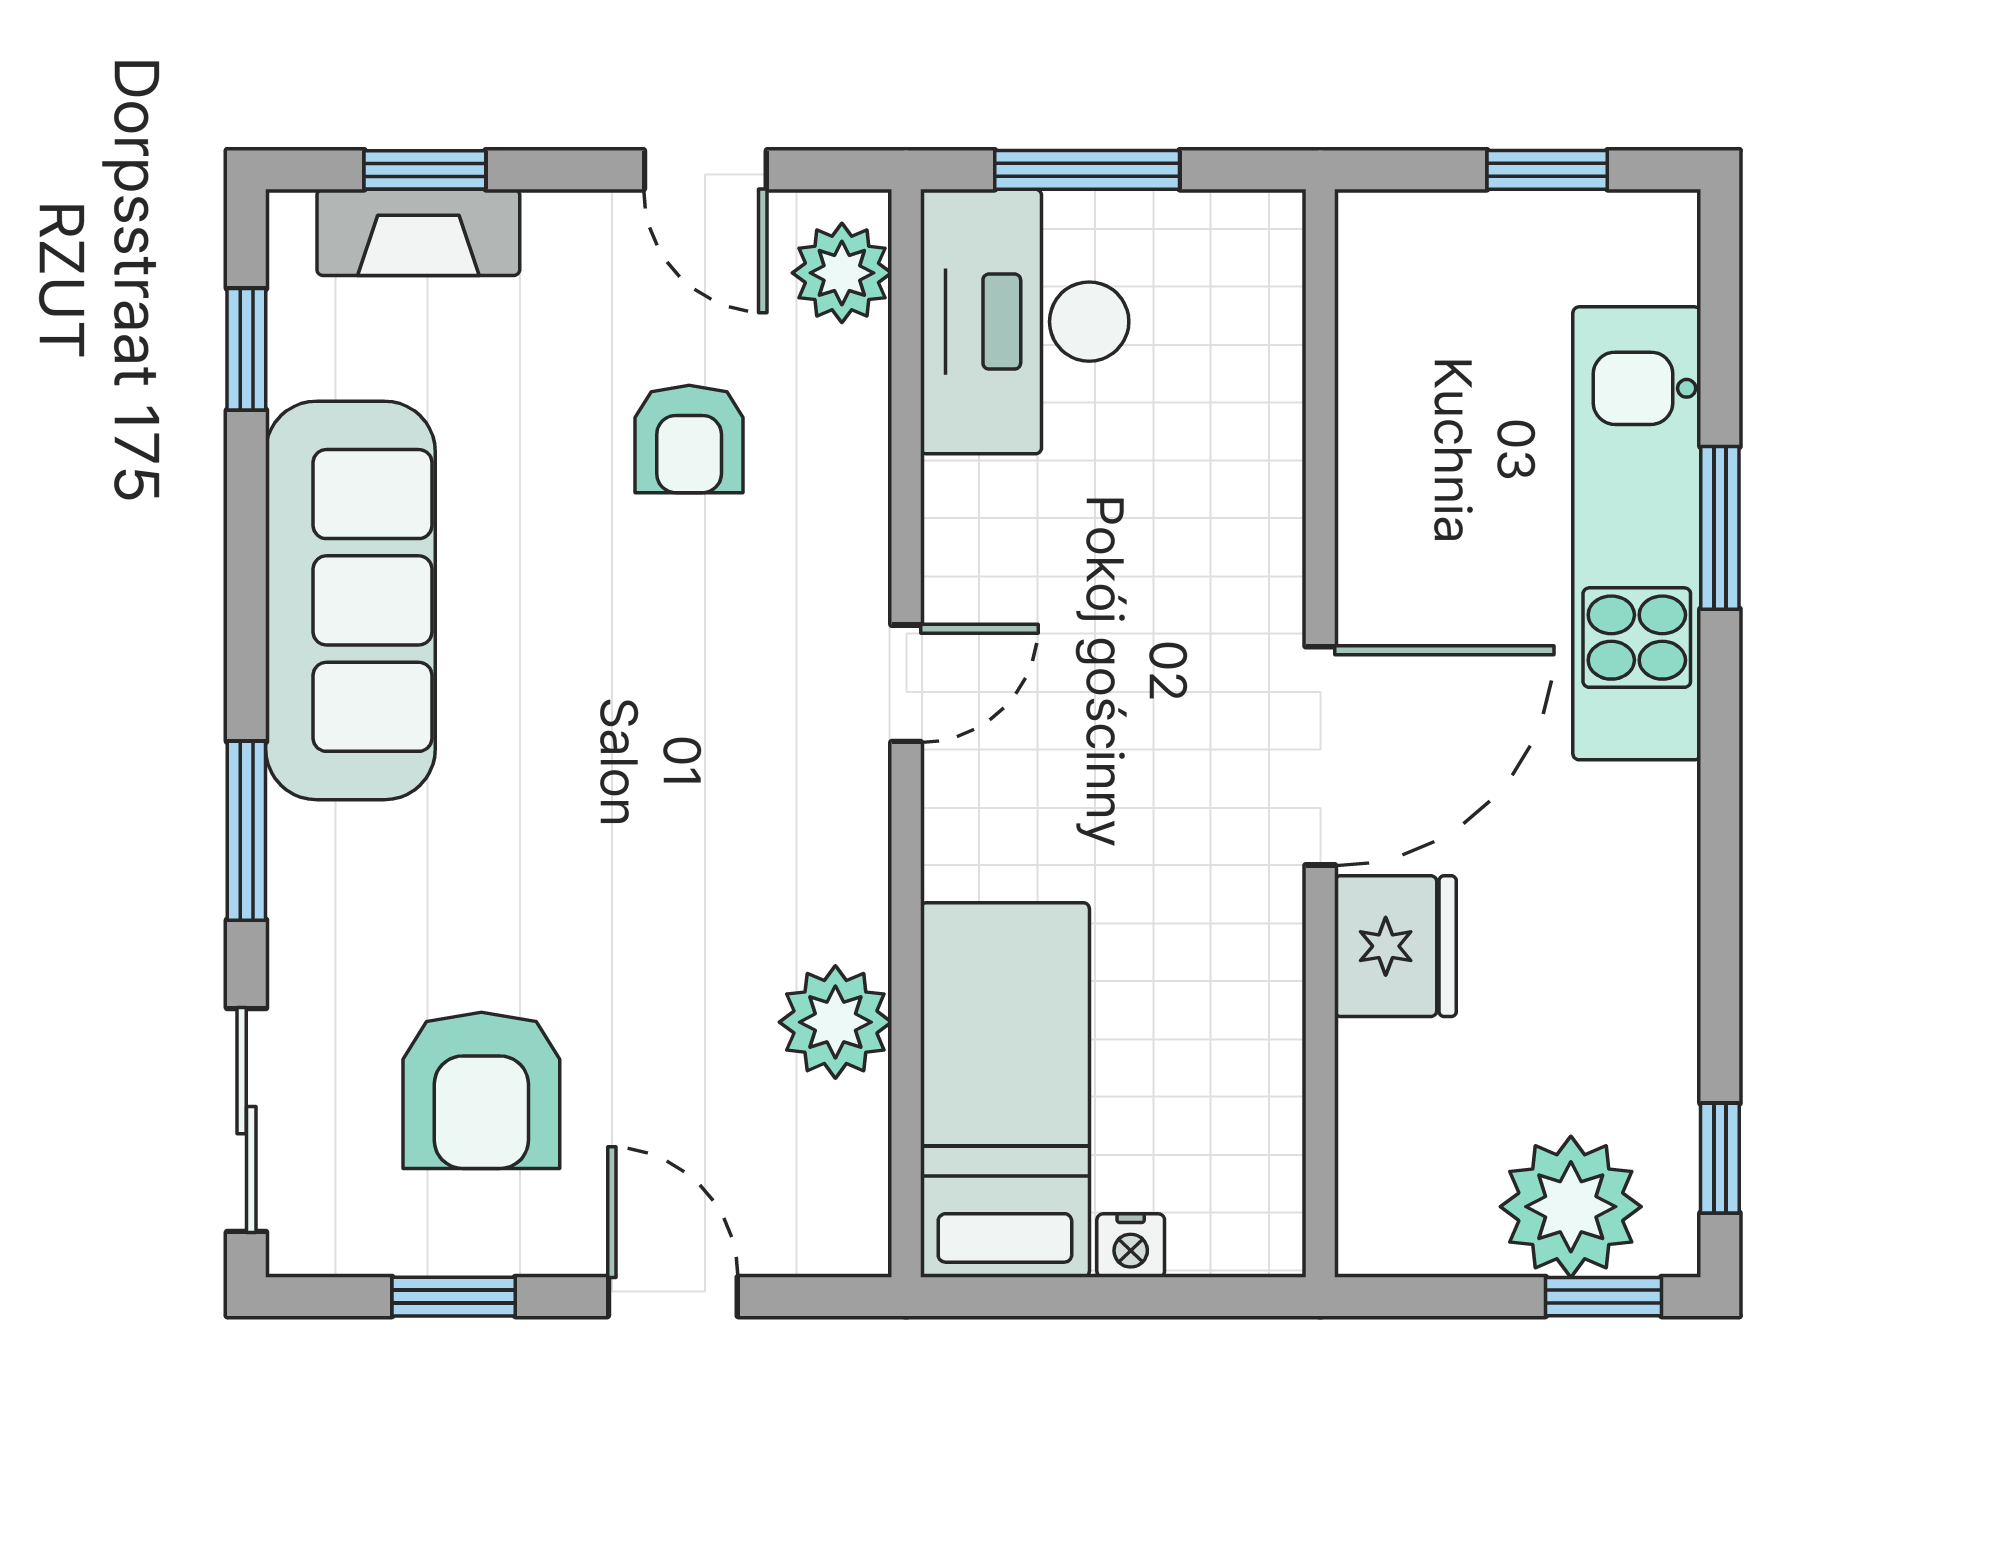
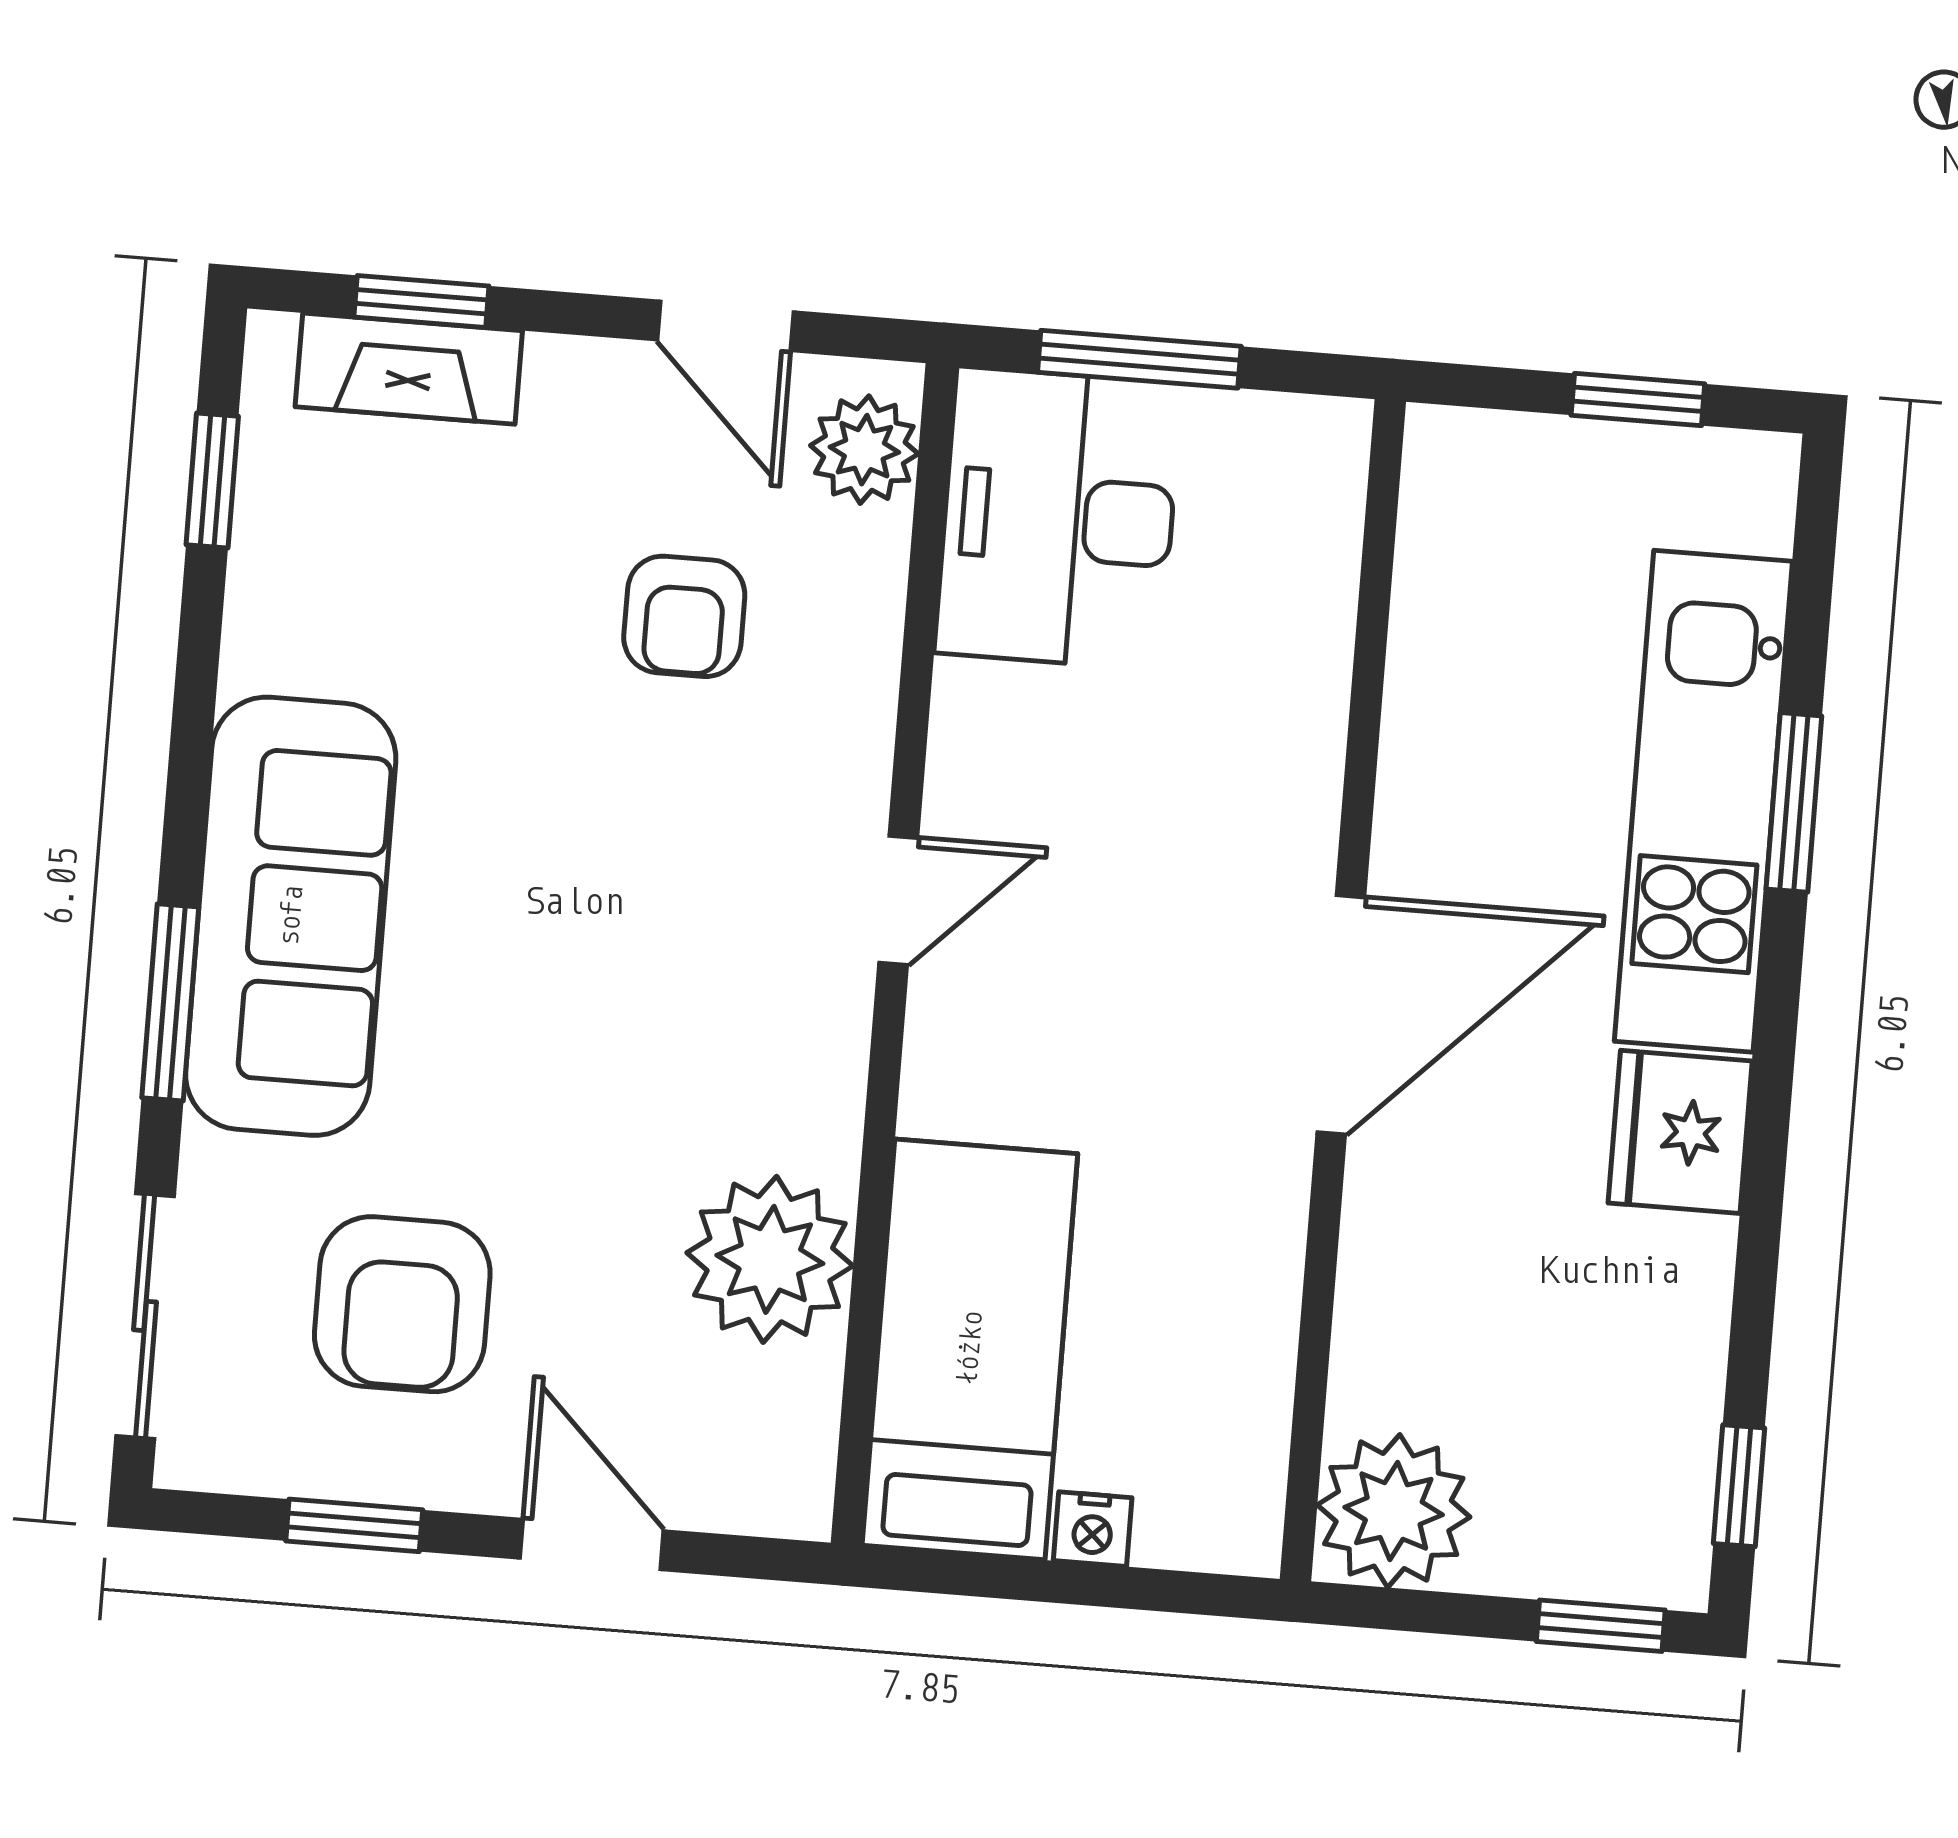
sofa: (350, 600) -> (291, 916), moved
fridge: (1395, 946) -> (1680, 1132), moved, turned 180
plant: (835, 1022) -> (770, 1259), width x1.36, depth x1.36
plant: (1571, 1207) -> (1394, 1511), moved

